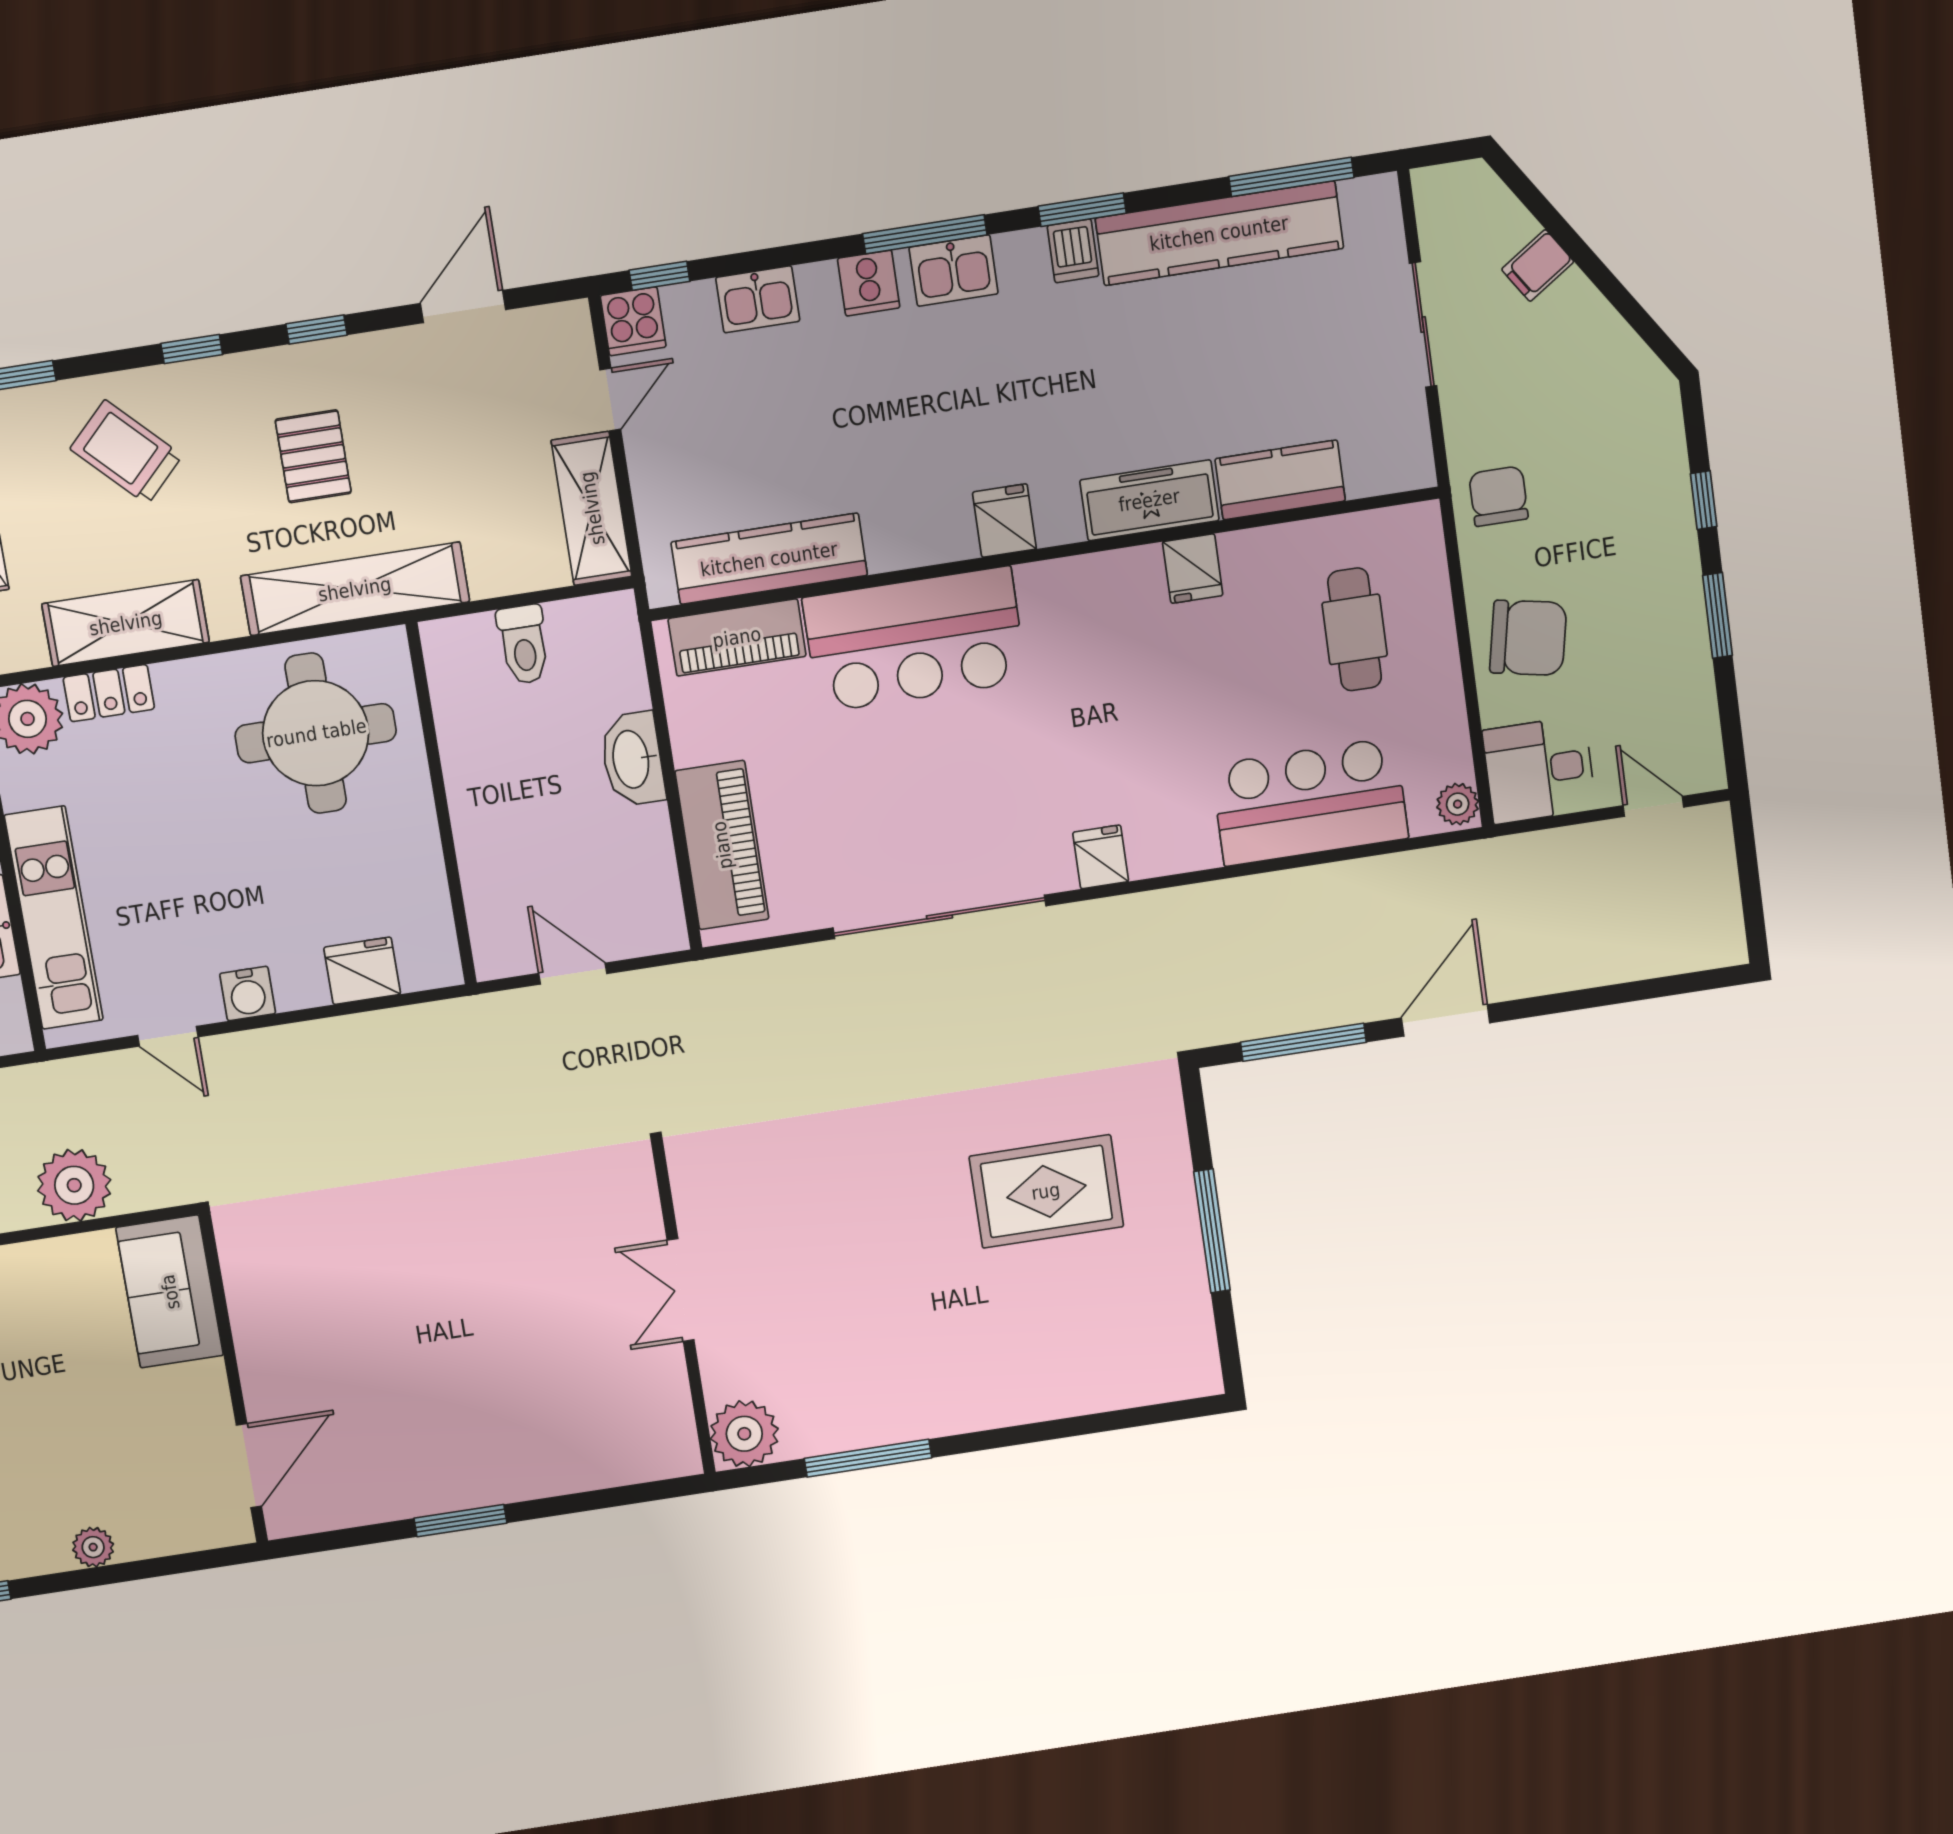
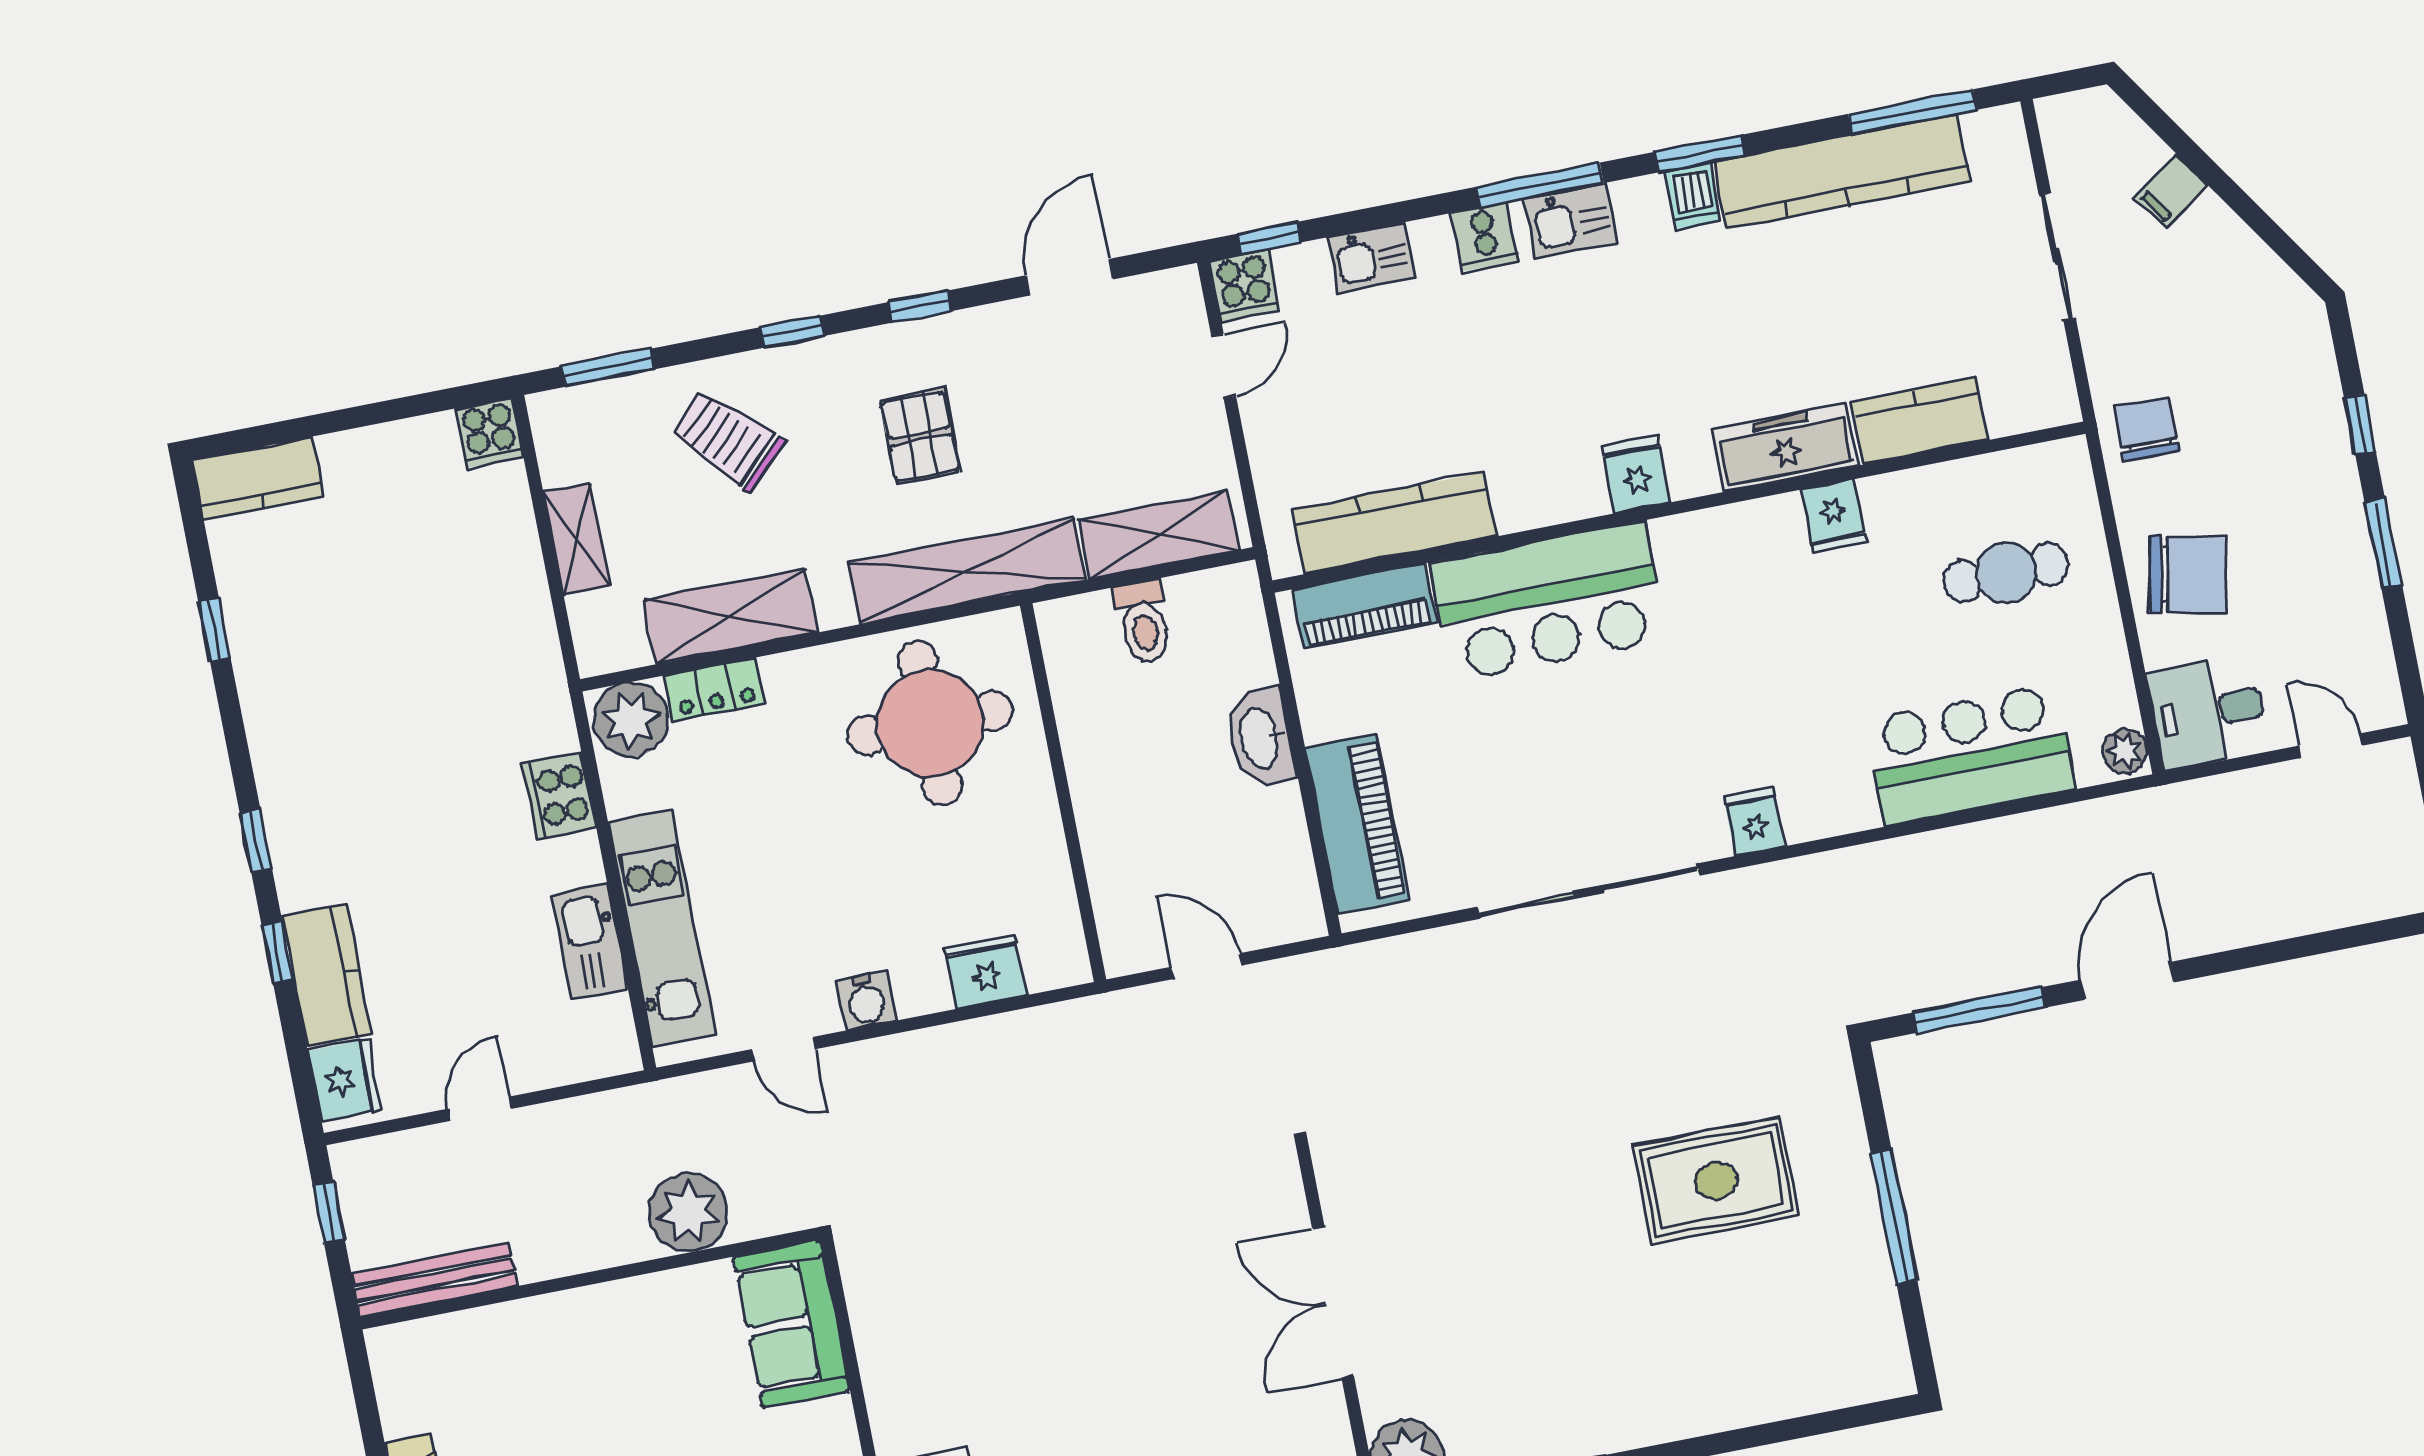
shelving: (592, 508) -> (1159, 535), moved, turned 90
cafe table: (1355, 629) -> (2006, 573), turned 90
double door: (681, 1290) -> (1333, 1302), width x1.37

